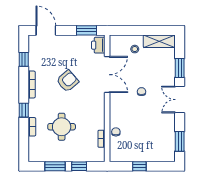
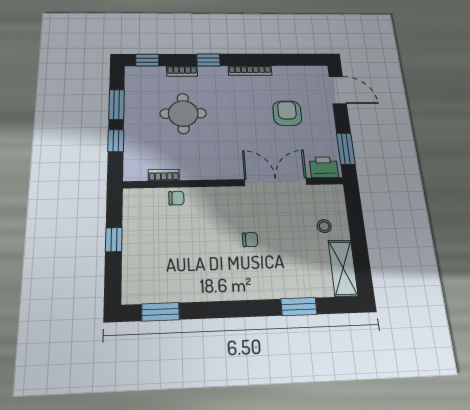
door: (46, 30) -> (338, 90), hinge flipped
window: (24, 59) -> (147, 60), moved
double door: (107, 75) -> (276, 182), swing flipped
armchair: (67, 81) -> (287, 113), moved, turned -139
double door: (180, 100) -> (240, 309), removed

